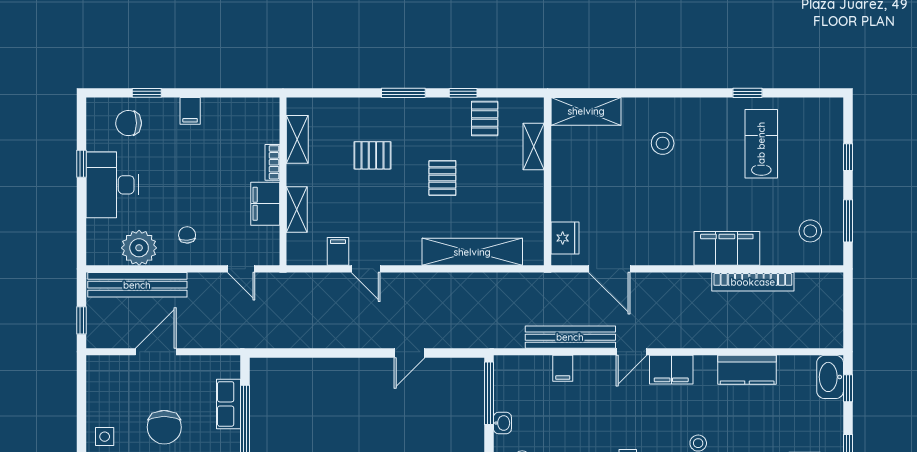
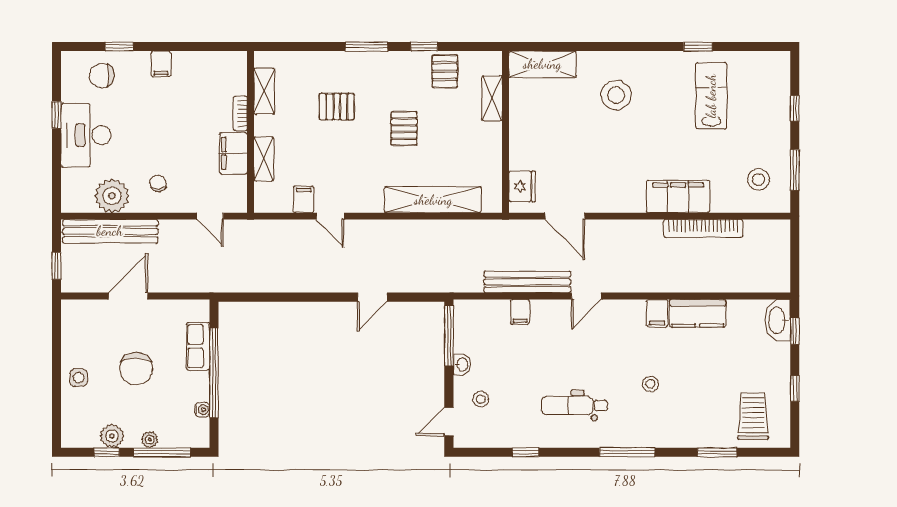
stool: (663, 143) -> (616, 95), width x1.38, depth x1.38
filing cabinet: (671, 370) -> (657, 313), moved, width x0.50

